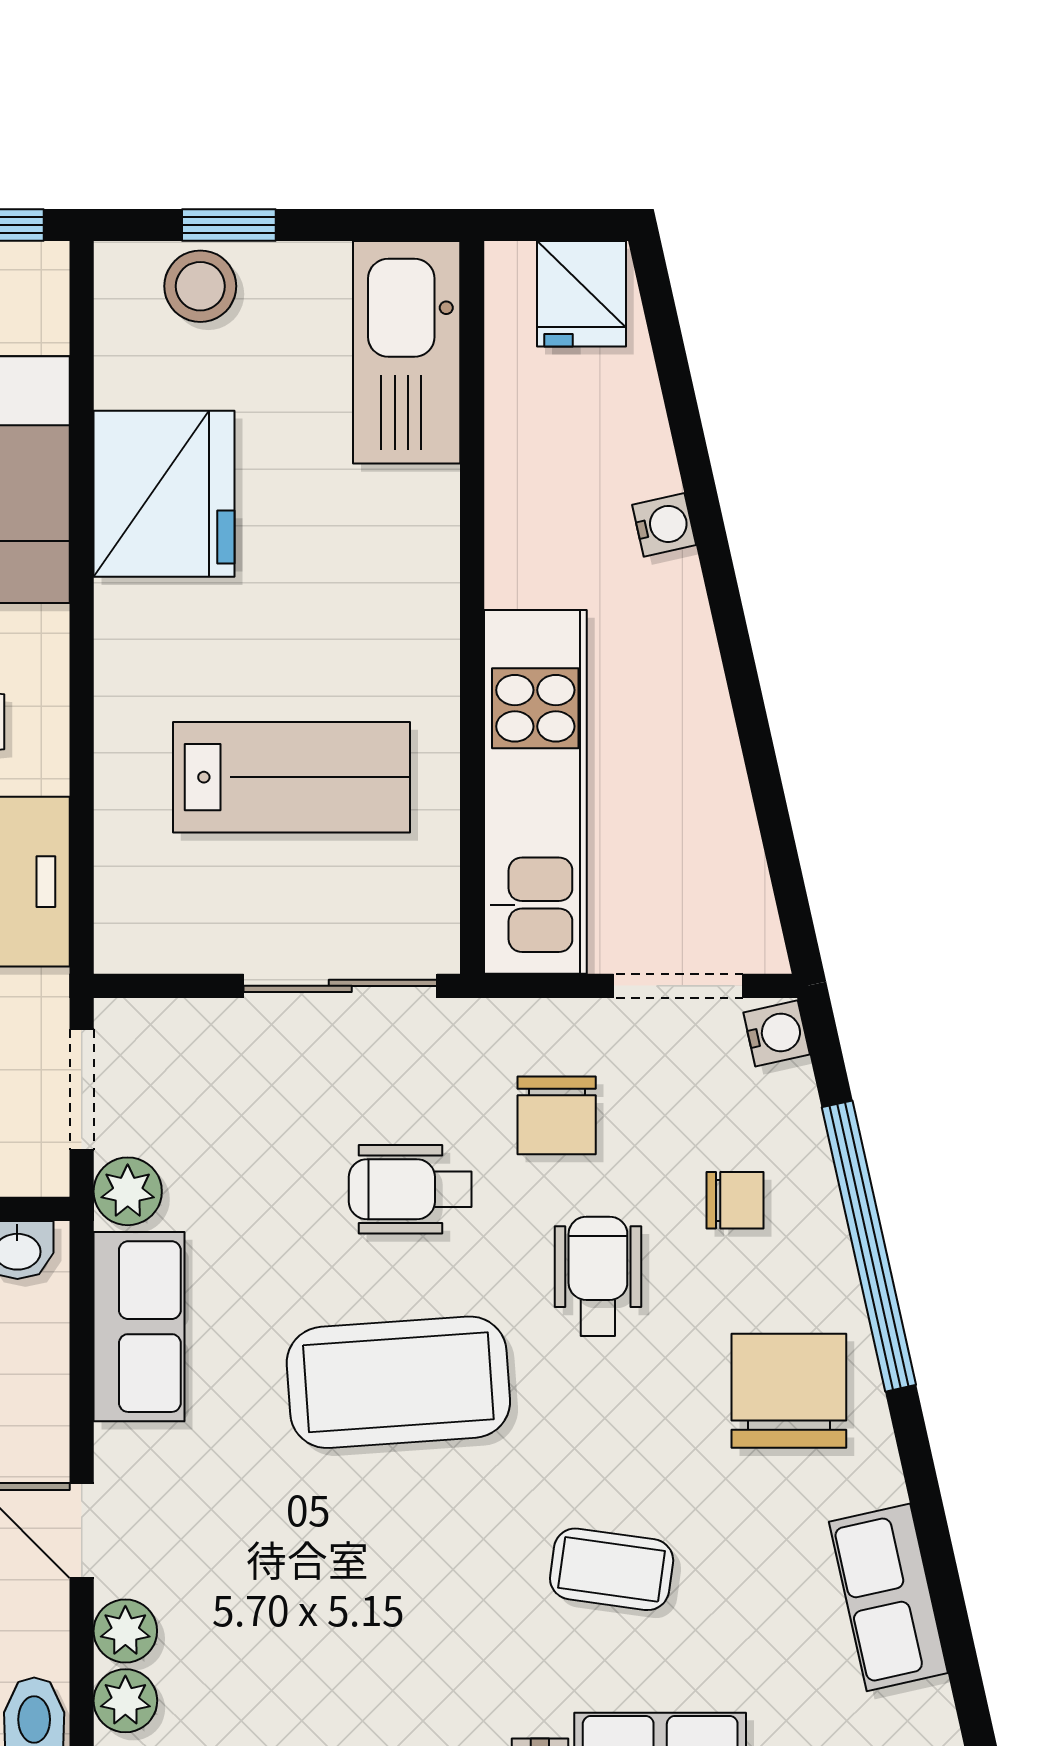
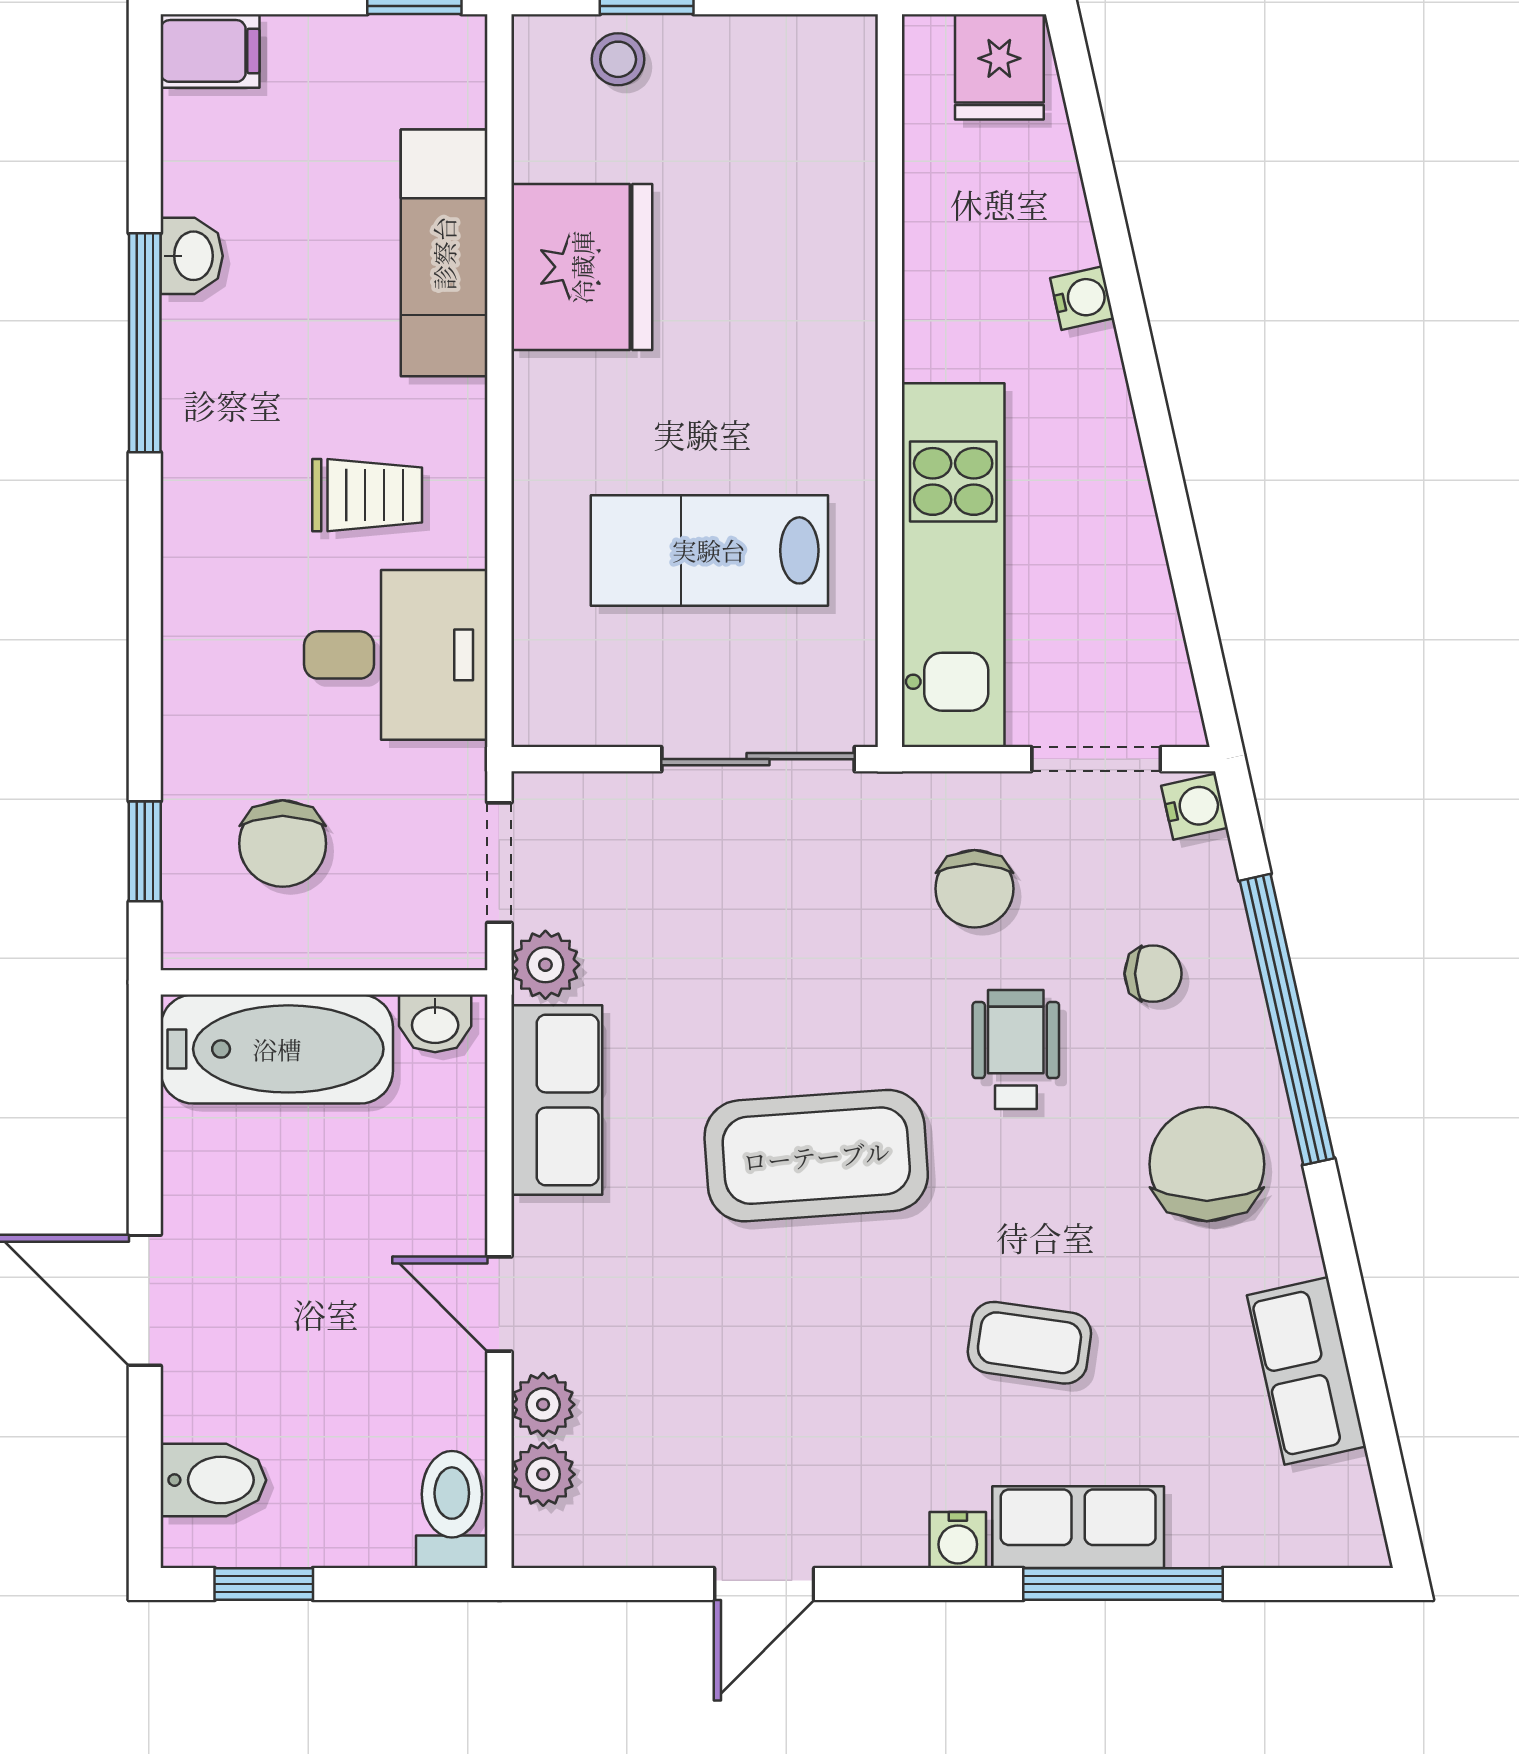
stool: (200, 286) -> (618, 59), width x0.73, depth x0.73
kitchen sink: (407, 352) -> (824, 125), removed
lab bench: (291, 777) -> (709, 550), turned 180
wheelchair: (410, 1189) -> (828, 963), removed

